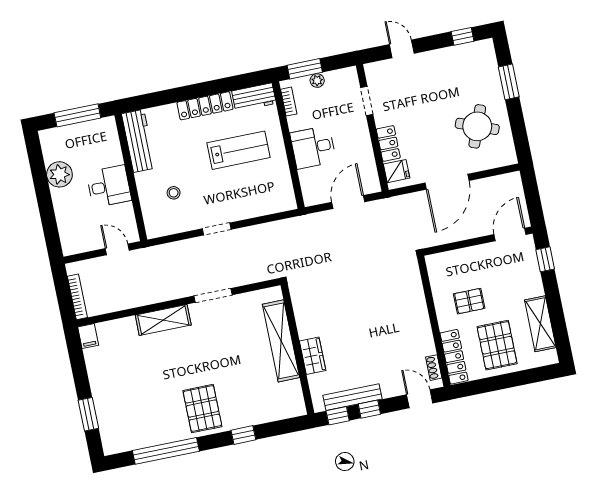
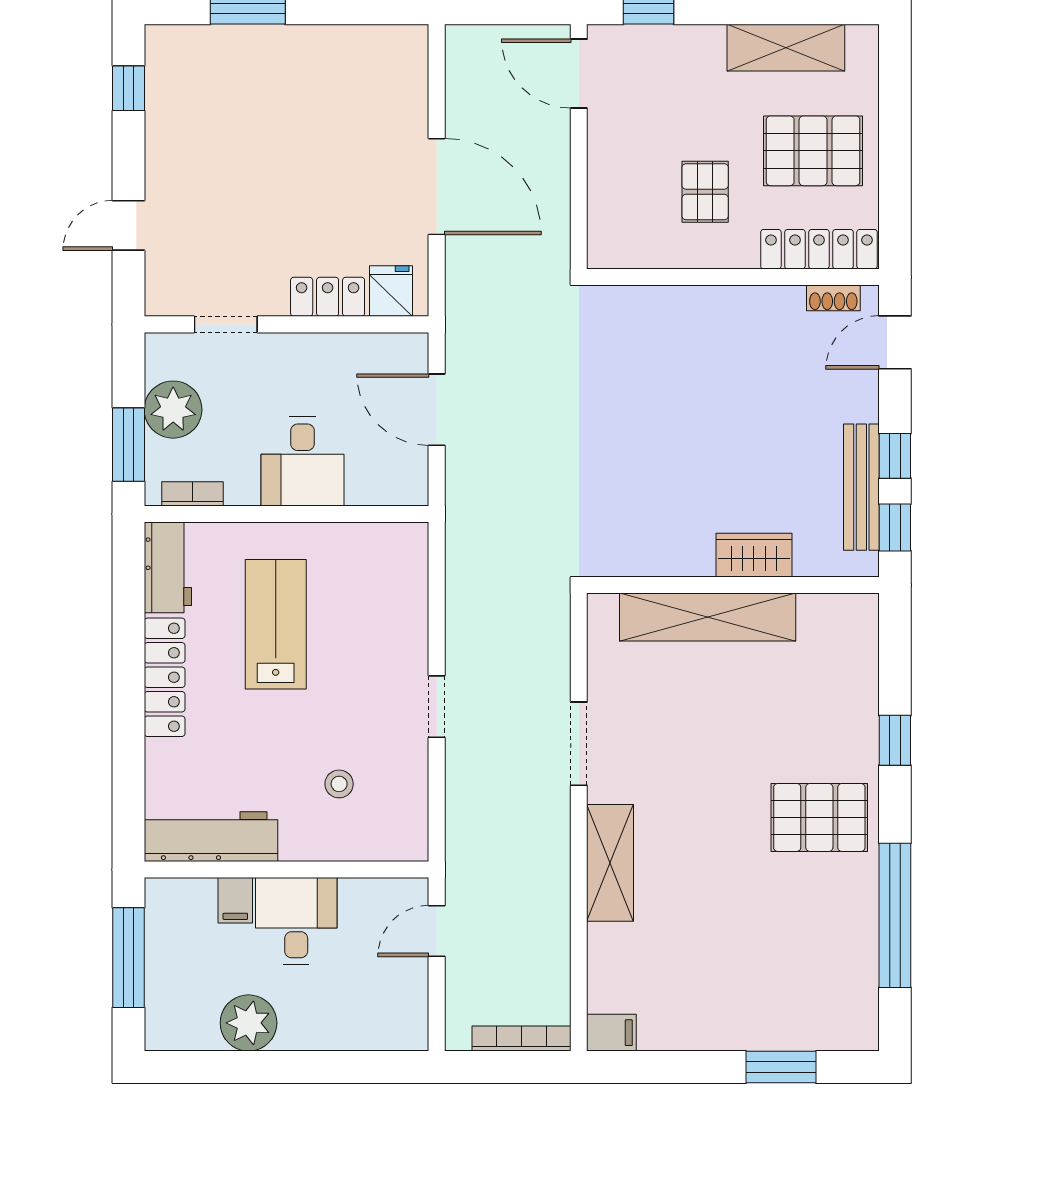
plant: (317, 81) -> (173, 410), width x1.88, depth x1.88
round table: (477, 126) -> (330, 96), removed
filing cabinet: (113, 157) -> (235, 900), added

